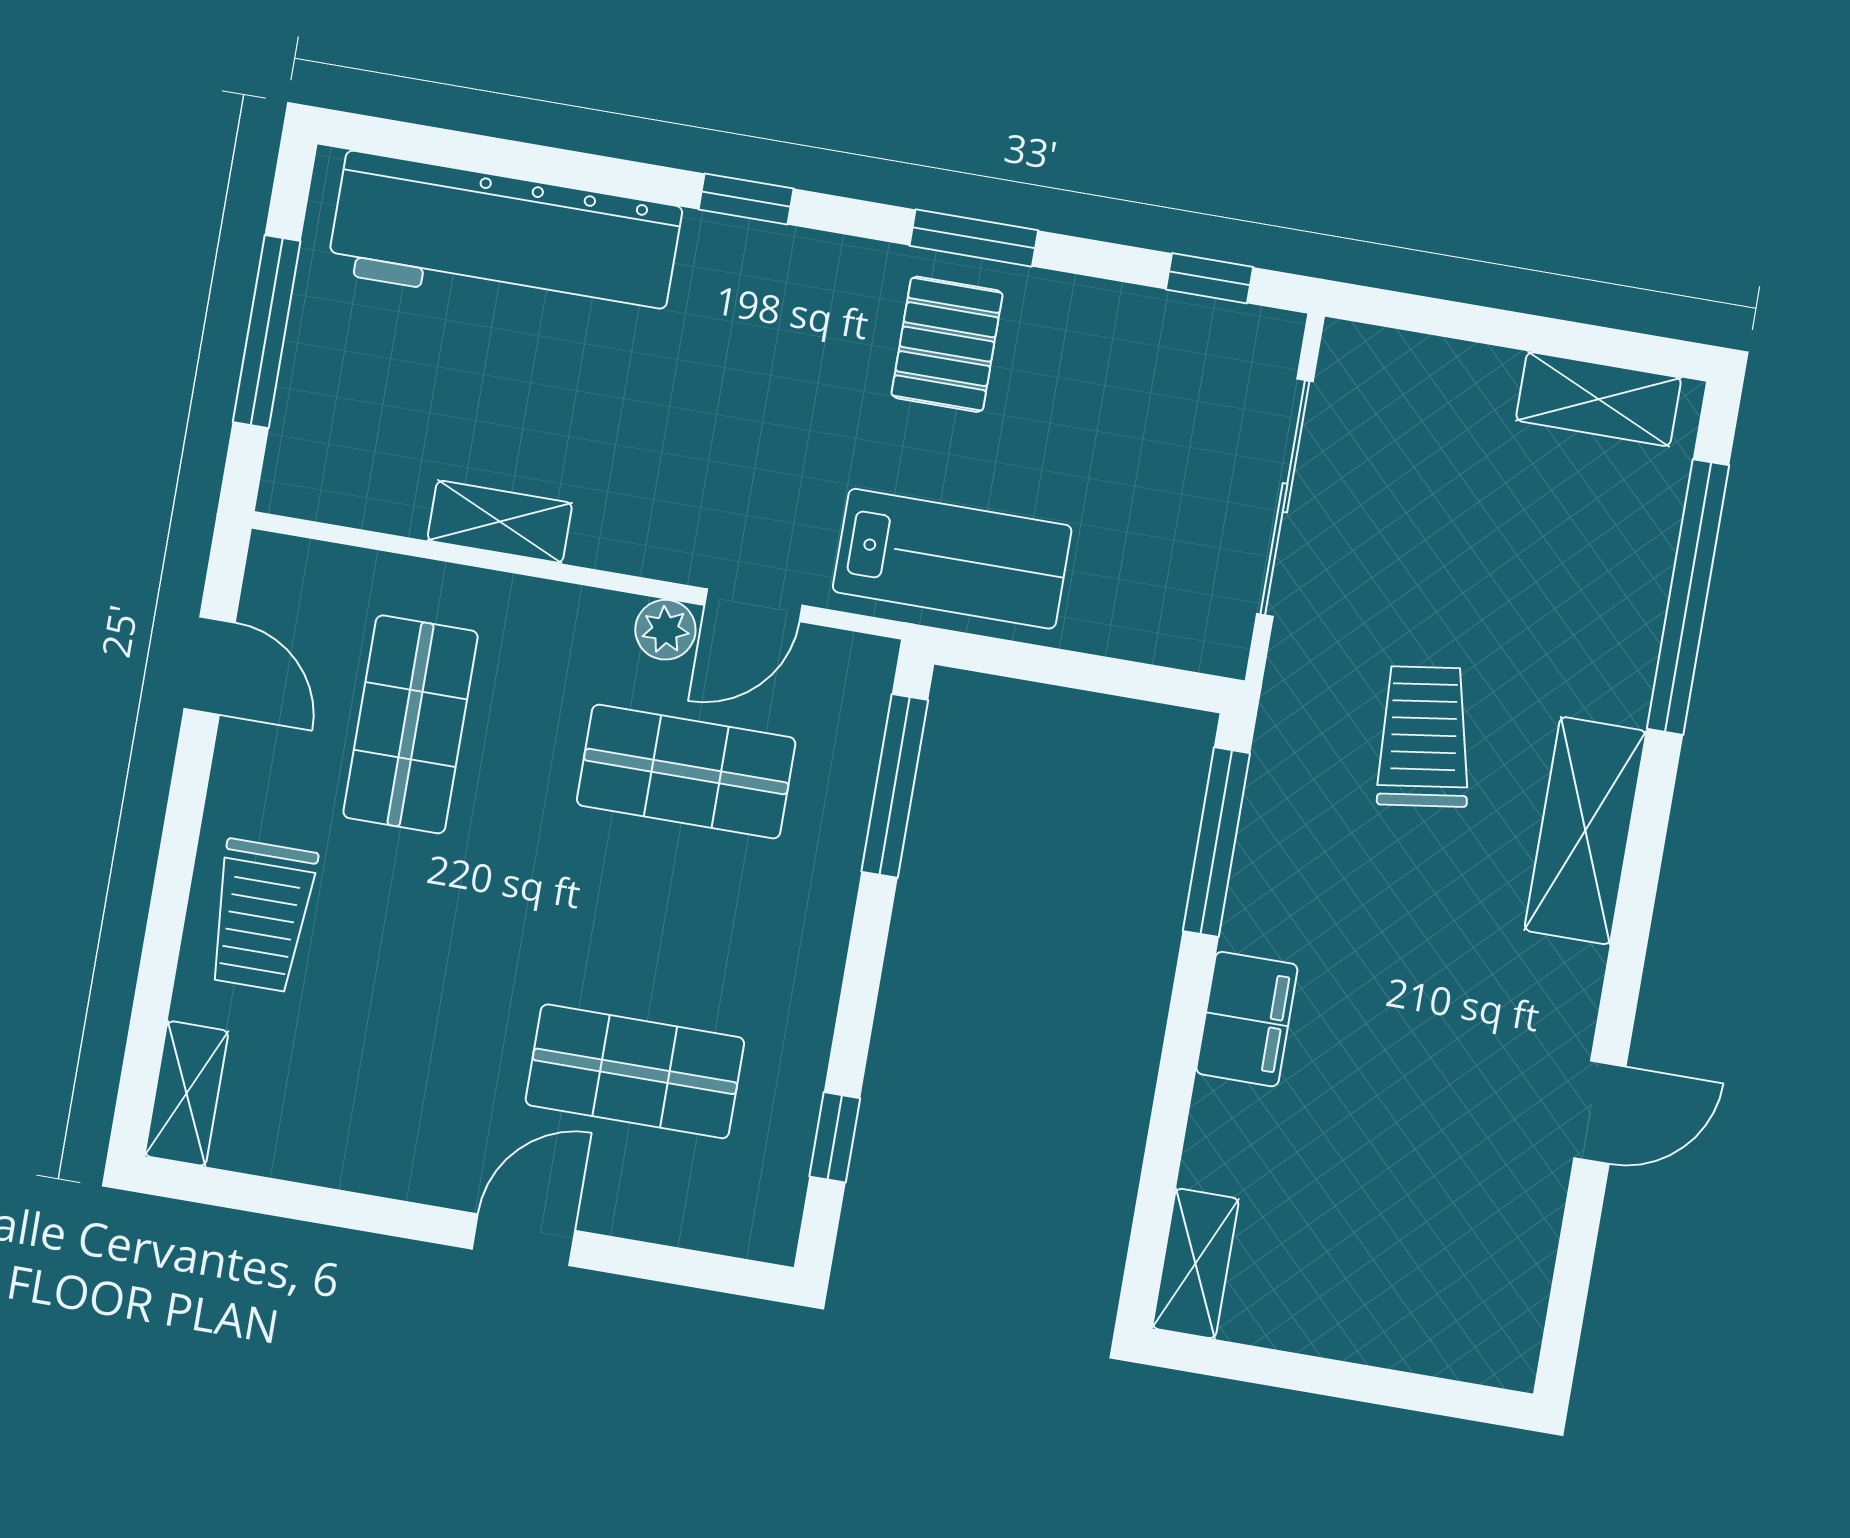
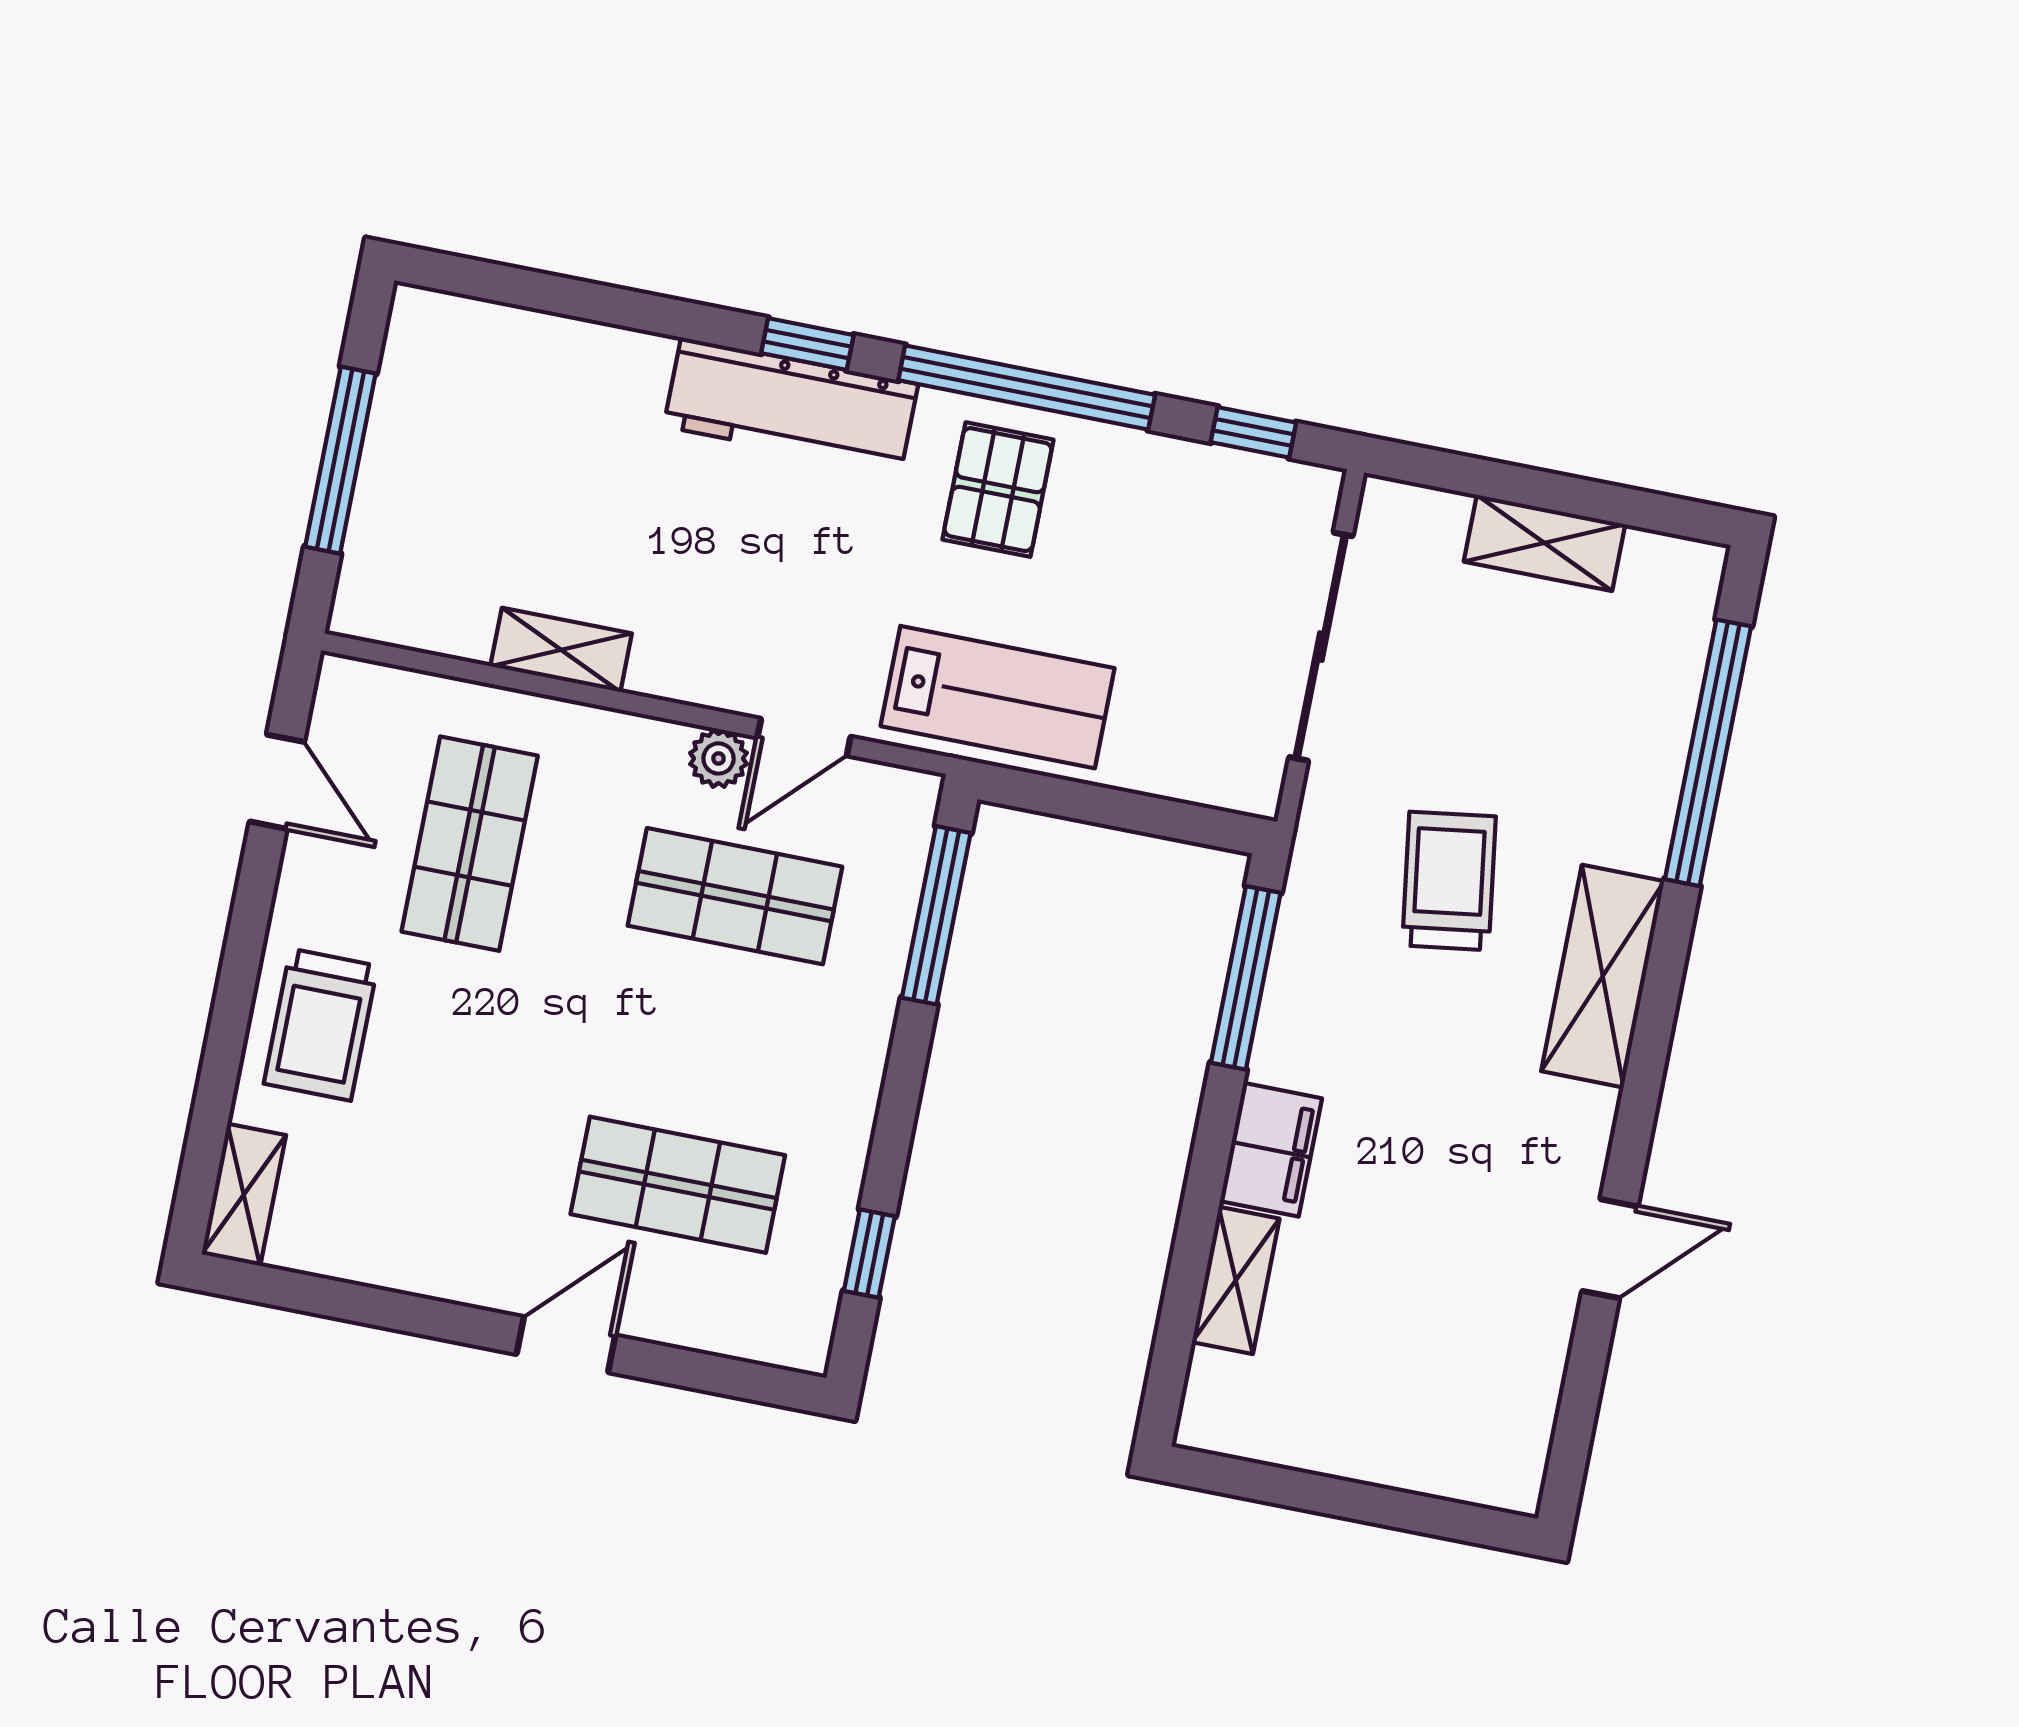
window: (974, 238) -> (1027, 388), width x2.11
workbench: (505, 239) -> (791, 405), moved, width x0.73, depth x0.76
shelving: (1599, 399) -> (1545, 543), moved
shelving: (1196, 1263) -> (1236, 1280), moved

